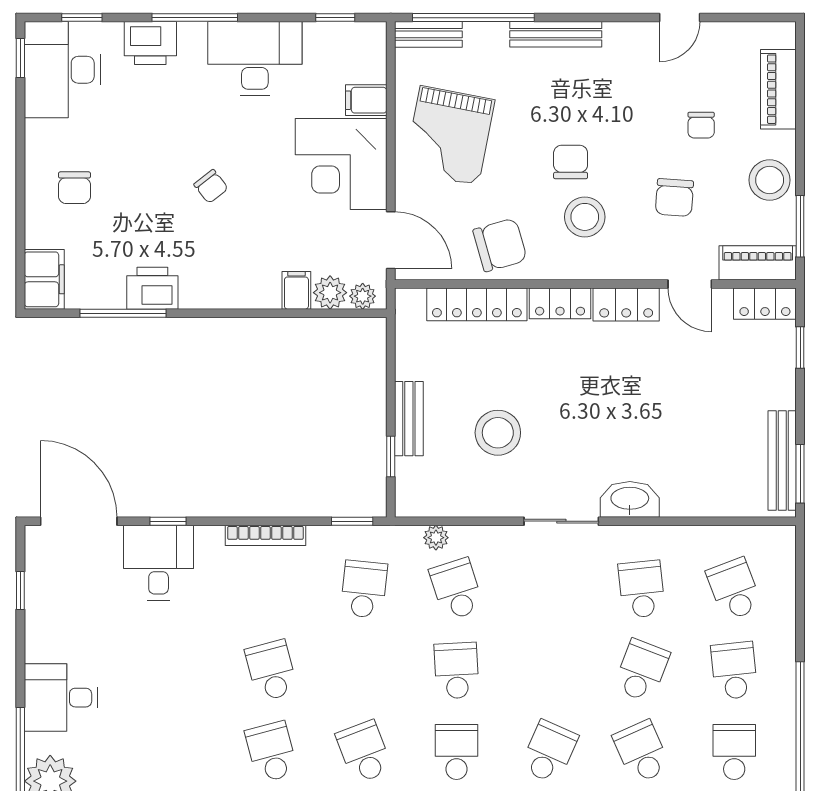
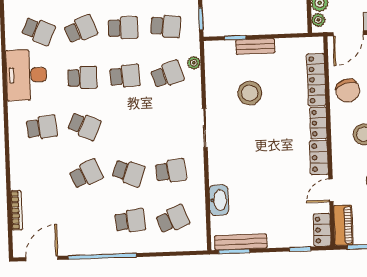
washbasin: (630, 499) -> (219, 200), moved
school desk: (734, 752) -> (123, 28), moved

